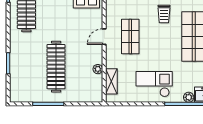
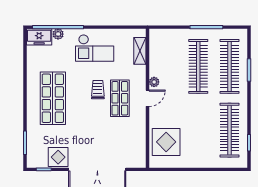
trolley: (164, 14) -> (98, 90), moved
clothes rail: (26, 67) -> (230, 66), added
plant: (98, 69) -> (154, 82), moved

